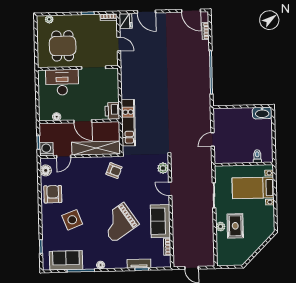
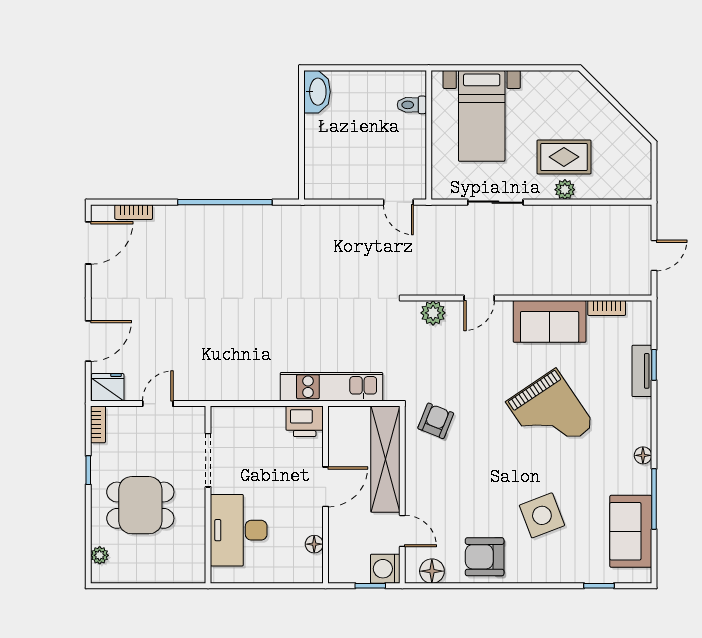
dining table: (63, 46) -> (140, 505), moved
door: (213, 139) -> (398, 202), moved

